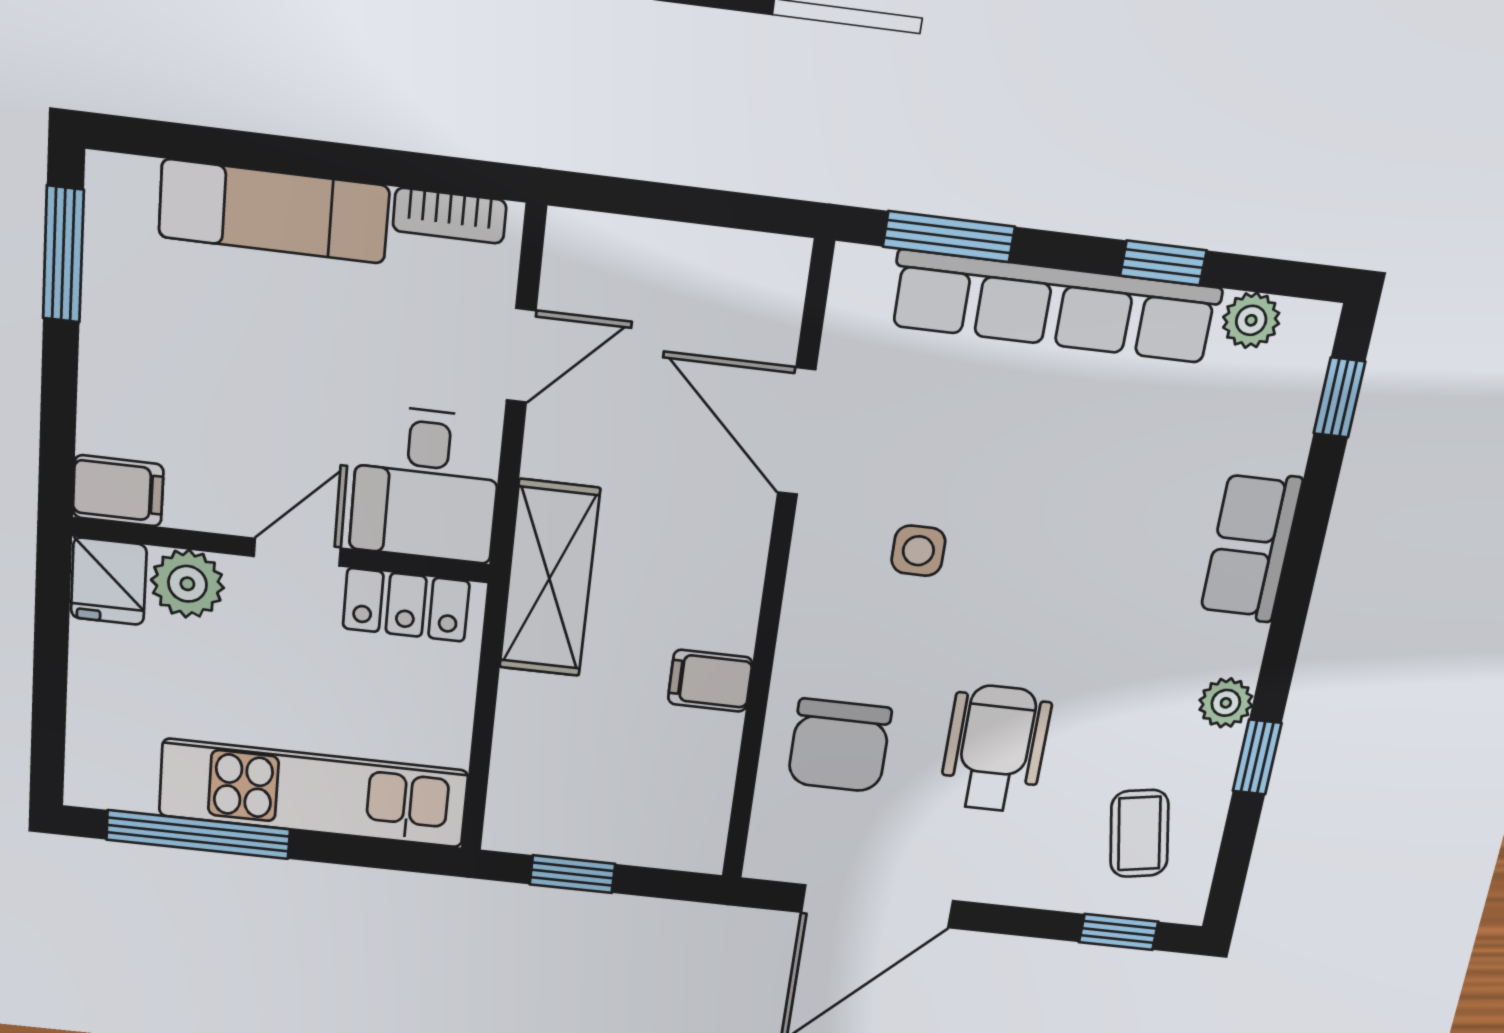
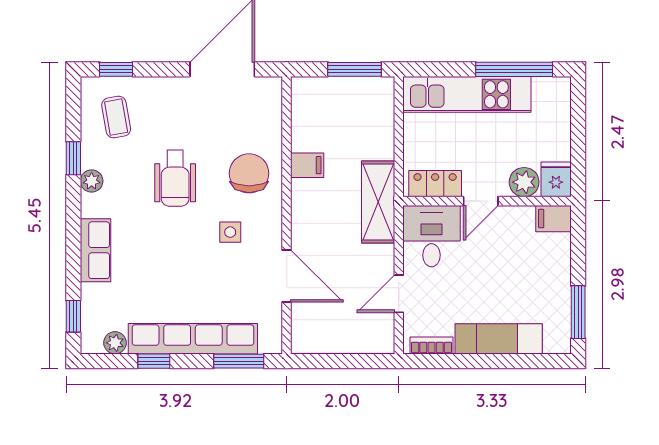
chair: (839, 746) -> (249, 173), moved
wheelchair: (995, 749) -> (175, 178), moved
window: (572, 874) -> (354, 69), width x1.50

